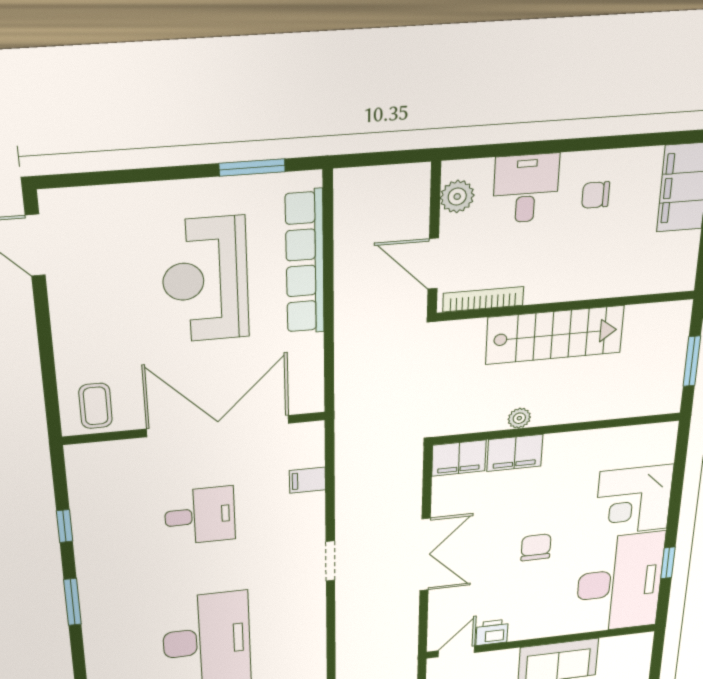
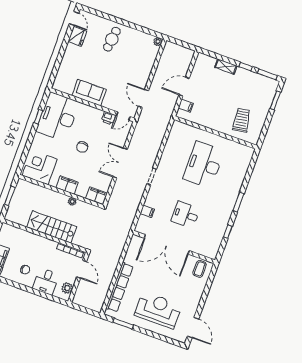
reception desk: (205, 280) -> (158, 310), moved, turned -90
filing cabinet: (515, 453) -> (67, 185), moved
corner desk: (634, 500) -> (40, 167), moved, turned -90

